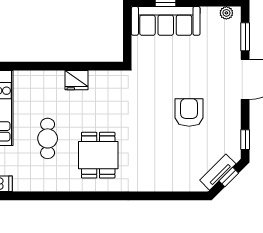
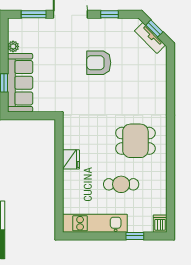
plant: (226, 13) -> (13, 46), moved
window: (245, 140) -> (109, 14), moved

